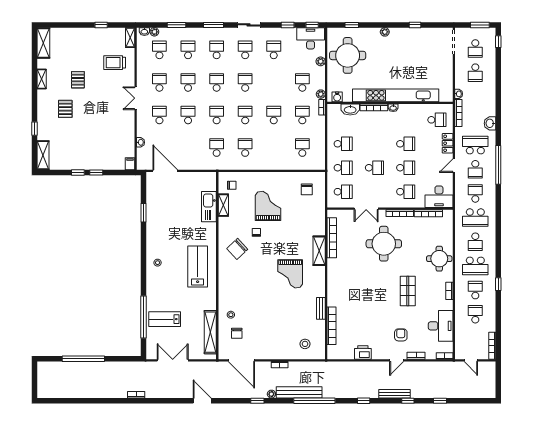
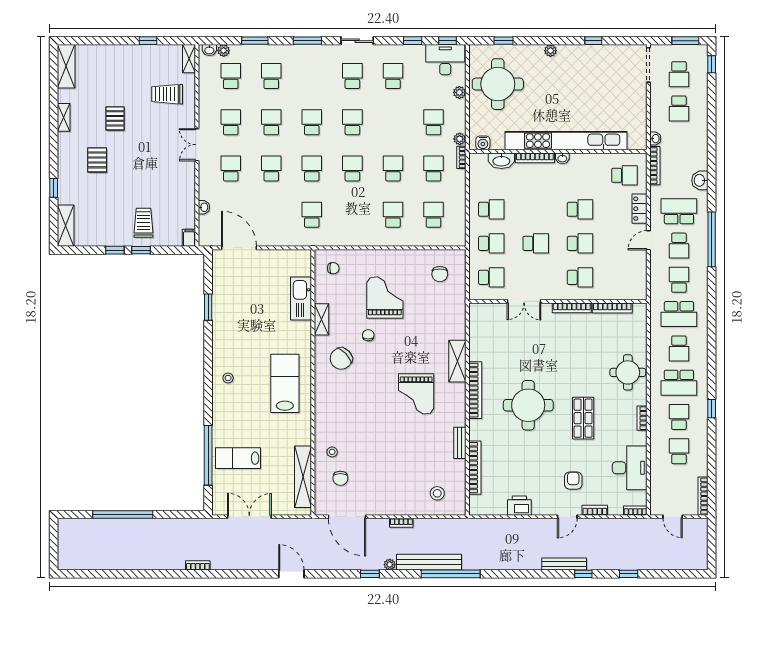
school desk: (217, 50) -> (312, 76), removed
school desk: (245, 148) -> (393, 215), moved
trolley: (98, 153) -> (143, 223), added
desk: (439, 197) -> (627, 284), removed
shelving: (223, 205) -> (321, 319), moved
bookcase: (332, 238) -> (475, 390), moved
round table: (384, 244) -> (528, 405), moved
window: (364, 401) -> (520, 574), removed

